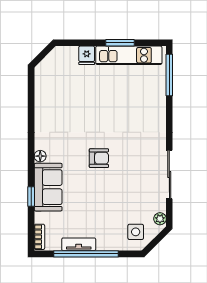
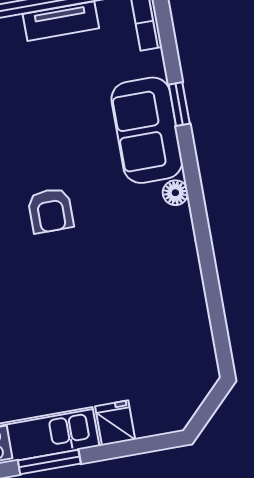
armchair: (99, 158) -> (51, 210), turned -90

